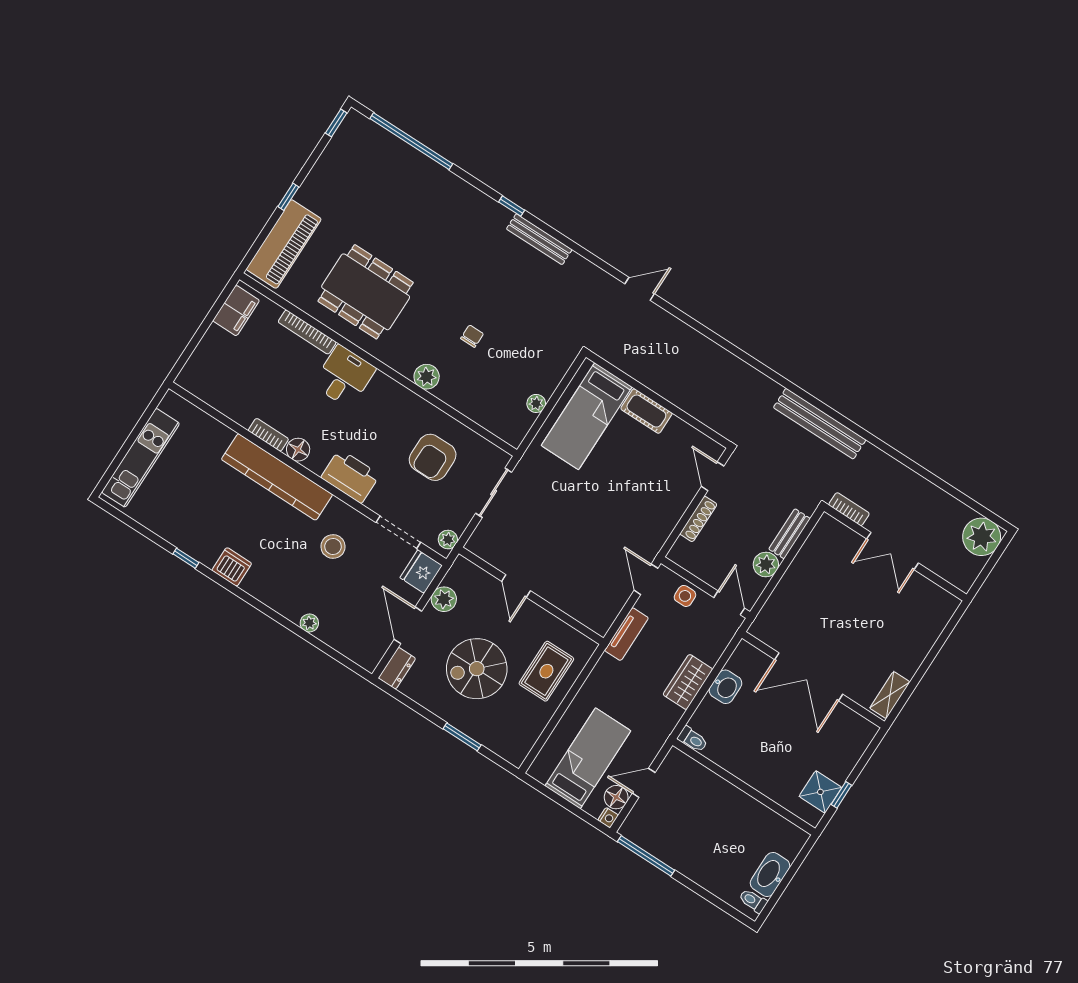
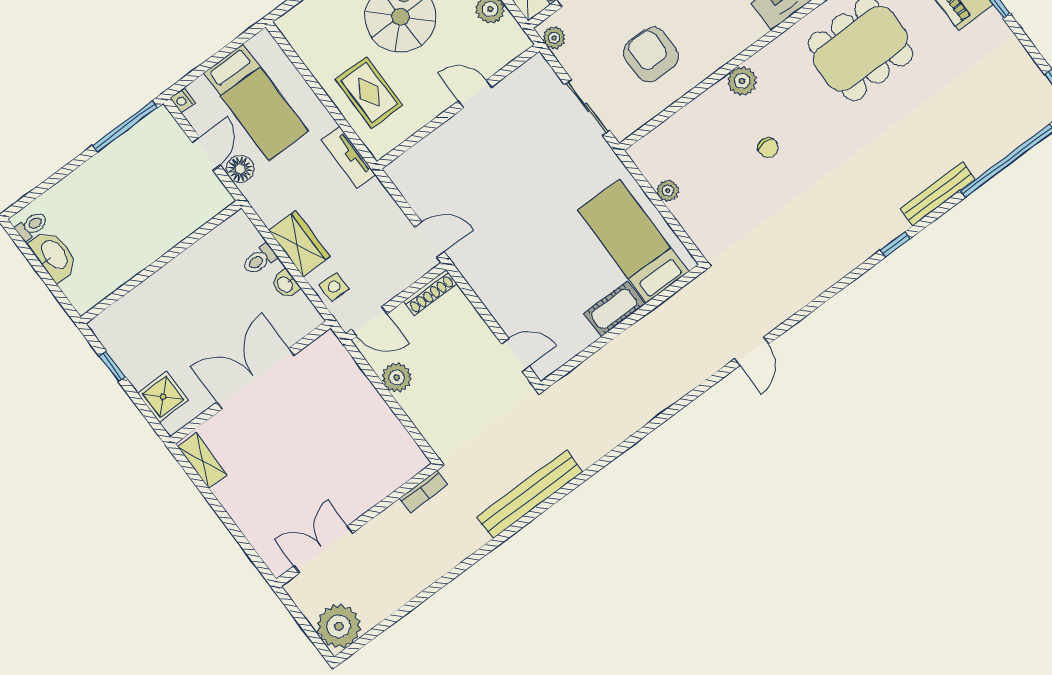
bench: (539, 239) -> (937, 194), moved
shoe rack: (698, 519) -> (430, 293), moved, turned -90
bench: (790, 534) -> (421, 416), removed
double door: (893, 551) -> (323, 549), moved
side table: (685, 596) -> (334, 287), moved
tv unit: (626, 634) -> (348, 157), moved
washbasin: (725, 687) -> (285, 284), width x0.72, depth x0.69
toilet: (693, 739) -> (260, 260), moved
shower: (820, 792) -> (163, 397), moved
floor lamp: (616, 797) -> (240, 169), moved

